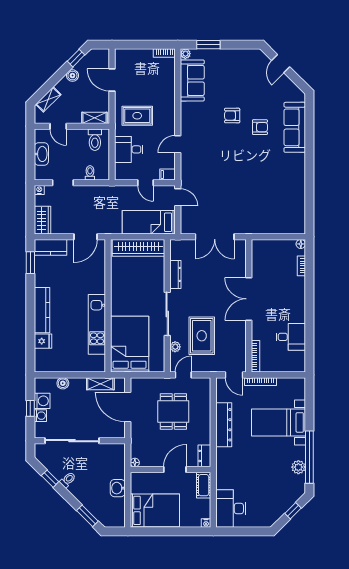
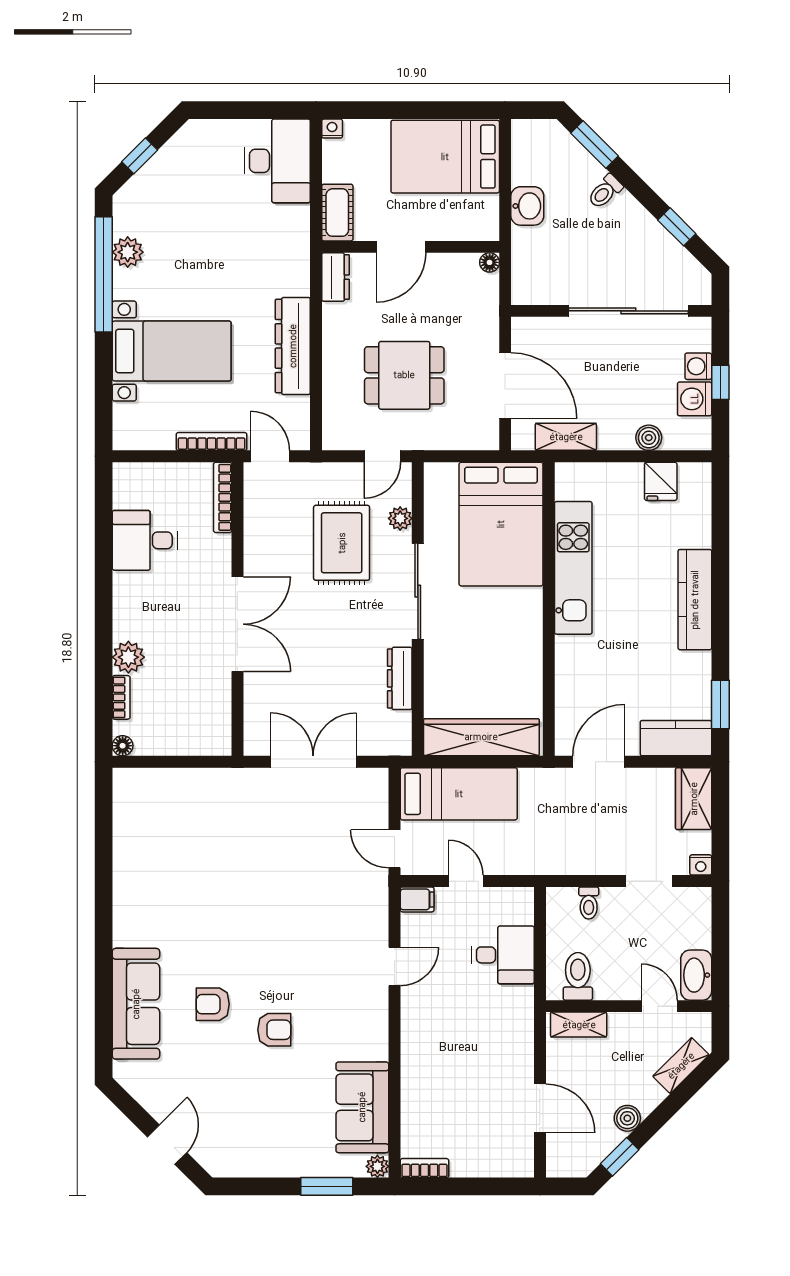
rug: (137, 116) -> (484, 1029), removed
washbasin: (41, 154) -> (696, 975), moved
plant: (298, 284) -> (128, 657), added
fridge: (43, 341) -> (661, 481), moved, turned -90
dining table: (173, 412) -> (404, 375), turned 90
toilet: (68, 480) -> (605, 192), moved

